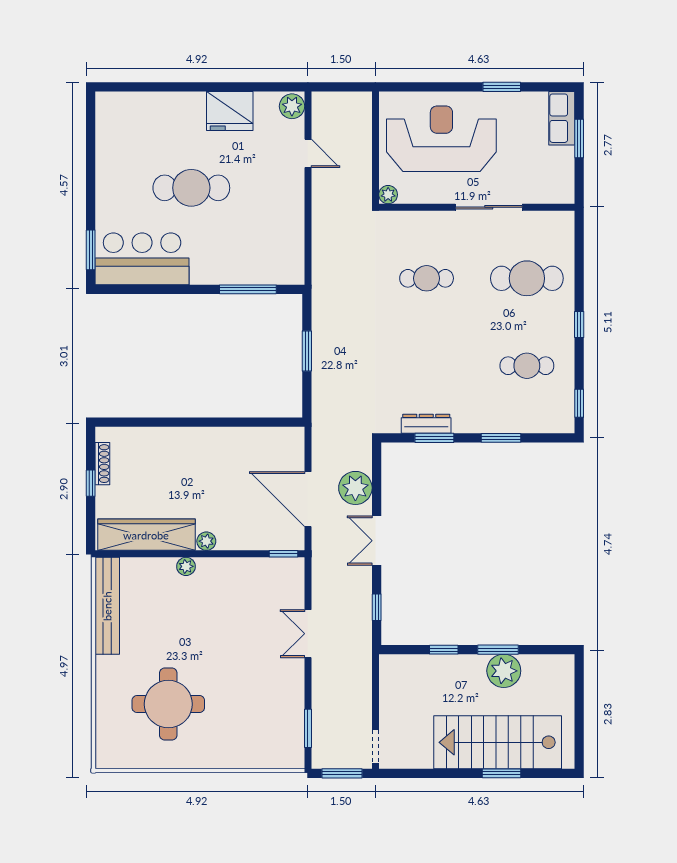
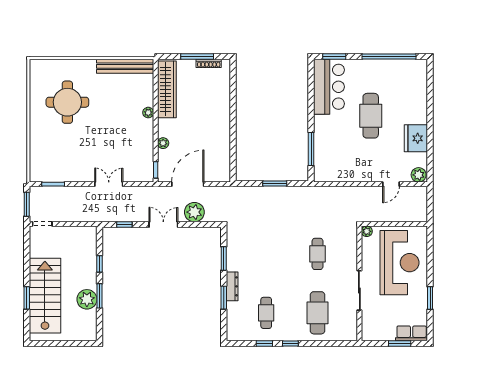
window: (91, 157) -> (389, 57), added
window: (579, 403) -> (264, 344), moved
dresser: (426, 424) -> (232, 286), moved
window: (91, 483) -> (197, 57), width x2.17
plant: (206, 541) -> (163, 143), moved

